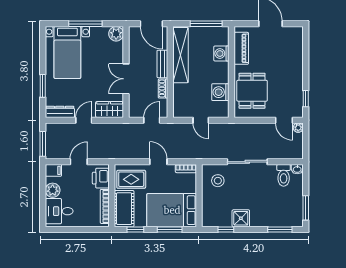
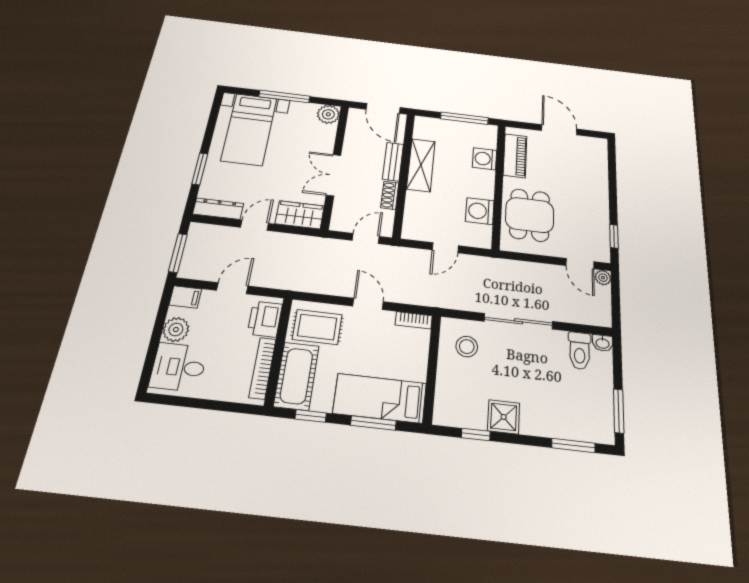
shelving: (181, 55) -> (421, 165), width x0.68
door: (201, 120) -> (445, 248), hinge flipped
bed: (172, 210) -> (380, 398), width x0.67

